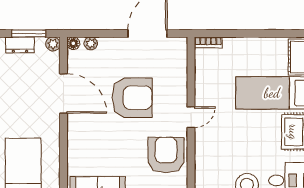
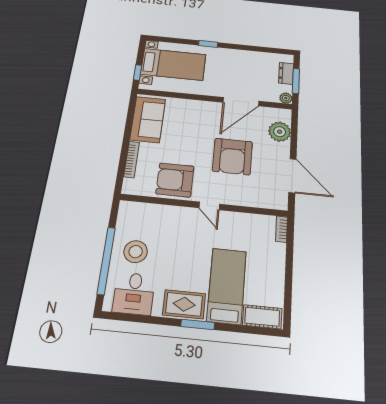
floor lamp: (73, 43) -> (286, 114), removed
plant: (91, 43) -> (280, 132), width x1.88, depth x1.88
armchair: (166, 155) -> (175, 180), turned 180

